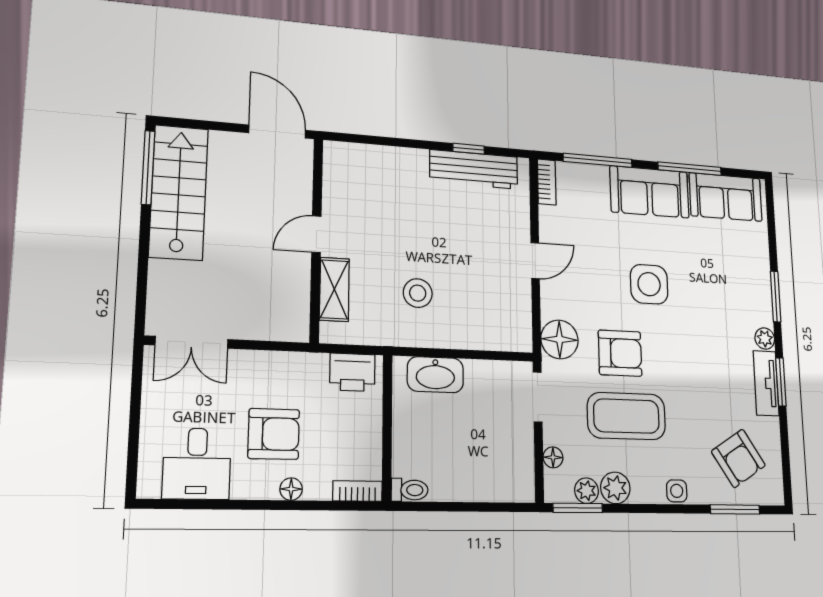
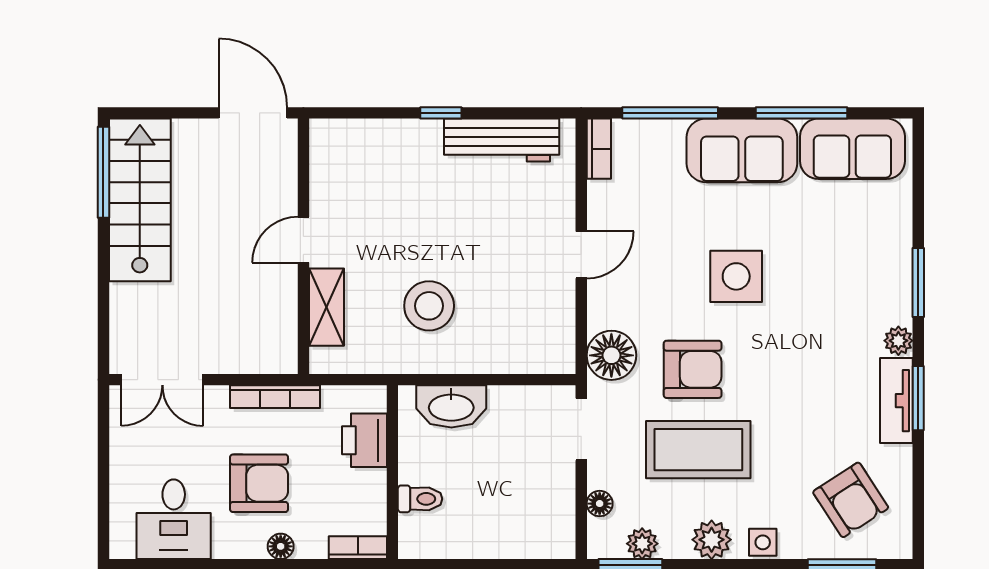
window: (469, 149) -> (441, 113), moved
stool: (418, 293) -> (429, 306), width x1.38, depth x1.38
bookcase: (289, 361) -> (275, 397), added
printer: (352, 372) -> (365, 440), moved, turned 90
plant: (615, 488) -> (712, 540), moved
toilet: (410, 490) -> (420, 499), moved

